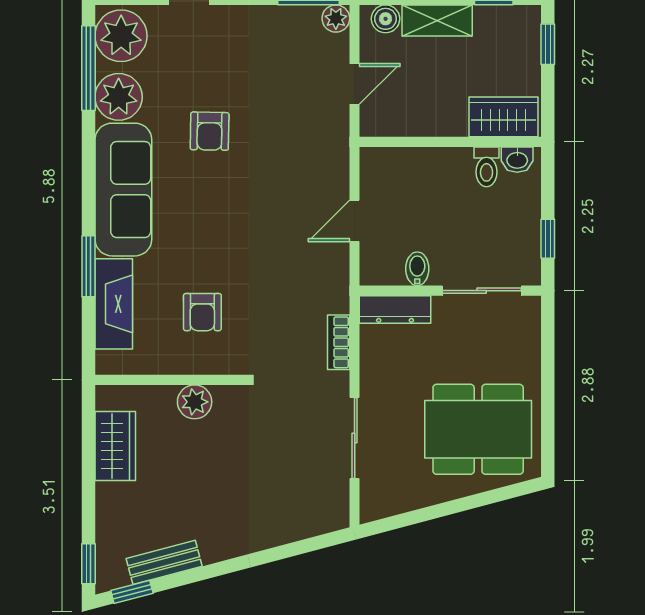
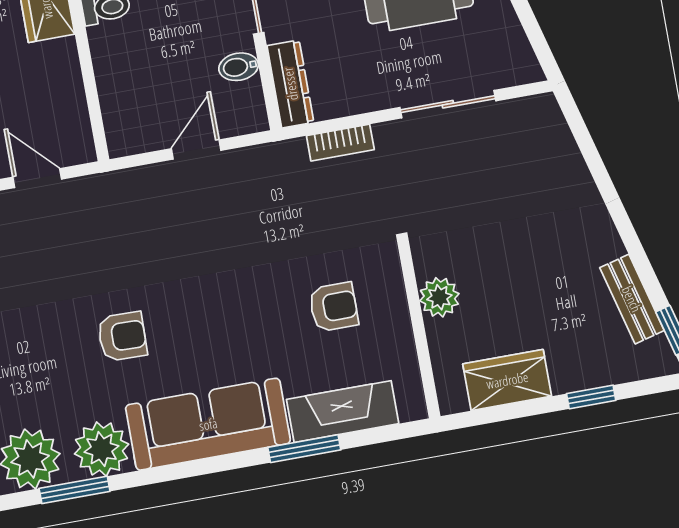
window: (88, 68) -> (75, 490), width x0.69
door: (355, 221) -> (196, 150), swing flipped
window: (88, 564) -> (591, 397), moved

